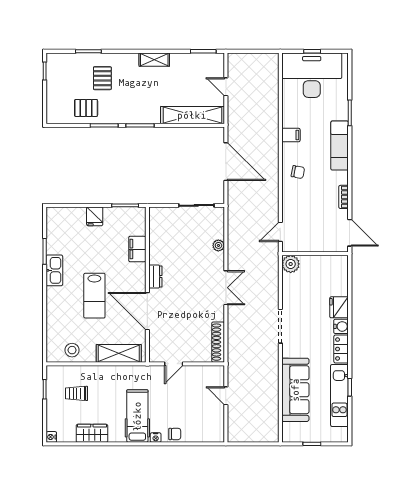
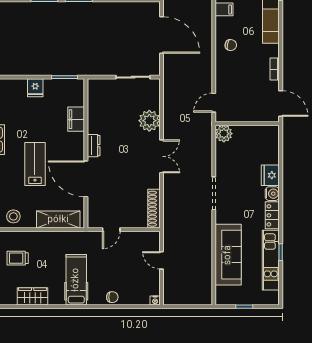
plant: (218, 245) -> (149, 121), width x1.88, depth x1.88
lab bench: (94, 296) -> (35, 164), turned 180
nightstand: (156, 438) -> (155, 301), moved

